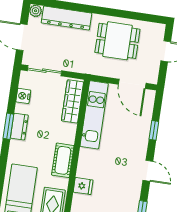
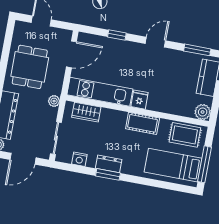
plant: (83, 67) -> (54, 101), added
wardrobe: (72, 101) -> (86, 112), width x0.67
fridge: (83, 186) -> (140, 100), moved

